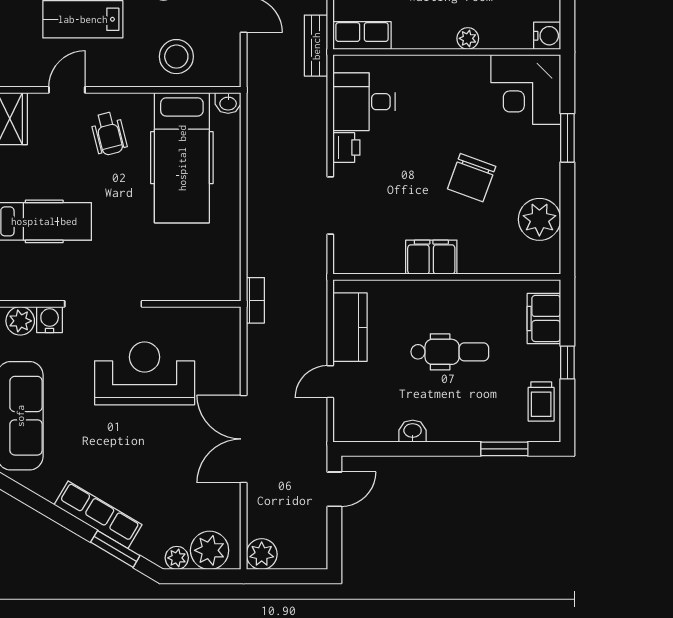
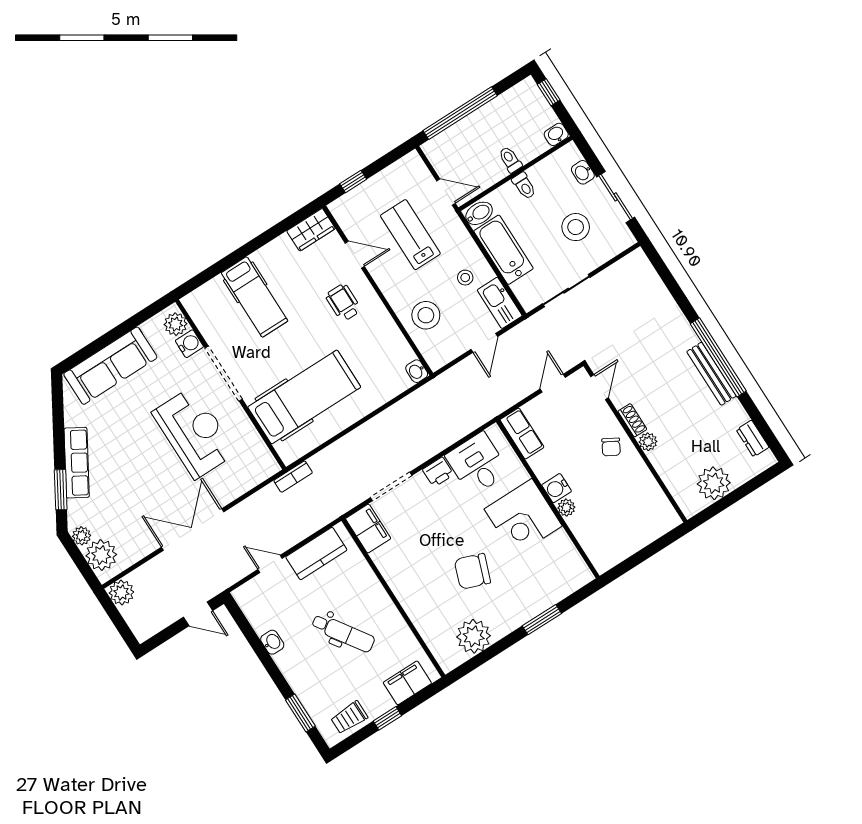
water cooler: (547, 36) -> (557, 488), moved, turned 90
bench: (316, 46) -> (495, 406), removed
corner desk: (526, 90) -> (523, 517), moved, turned -90
wheelchair: (109, 134) -> (343, 303), turned 104
hospital bed: (182, 158) -> (304, 397), moved, turned 180
filing cabinet: (431, 257) -> (368, 529), moved
dental chair: (450, 352) -> (343, 633), turned -34

